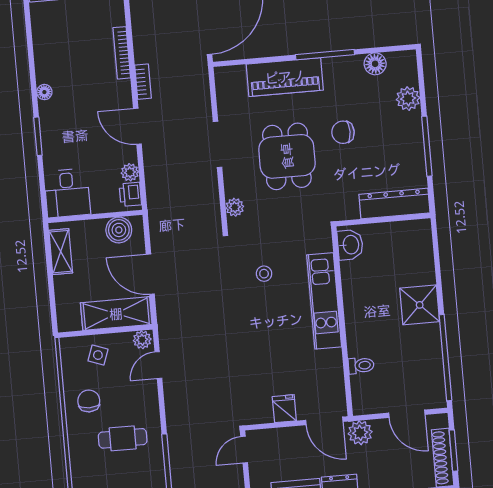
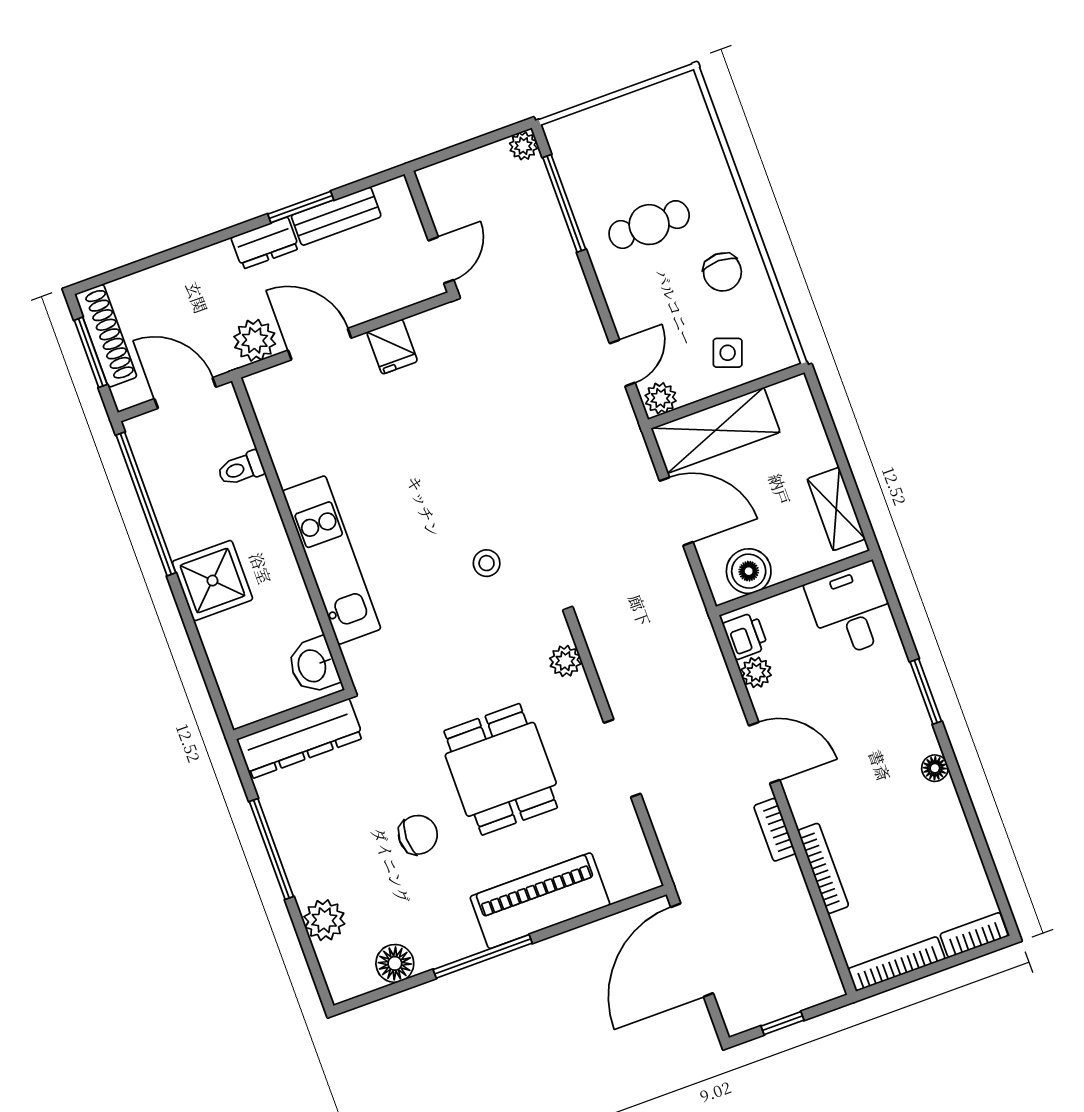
washbasin: (350, 245) -> (313, 665), moved
kitchen unit: (324, 301) -> (332, 560), moved
wall: (342, 321) -> (293, 534), moved
toilet: (361, 365) -> (241, 469), moved

